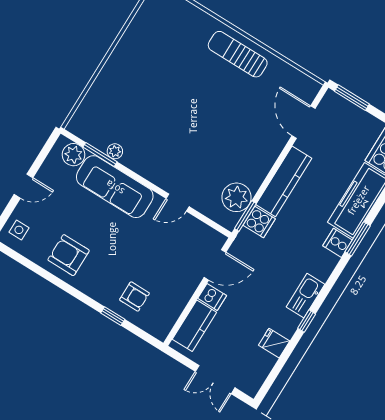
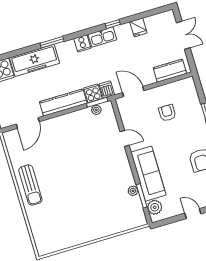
plant: (237, 197) -> (96, 110), width x0.53, depth x0.53
cooker: (338, 243) -> (82, 43), moved
armchair: (134, 296) -> (167, 113), moved
dishwasher: (212, 297) -> (107, 90), moved

